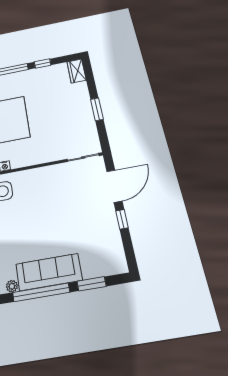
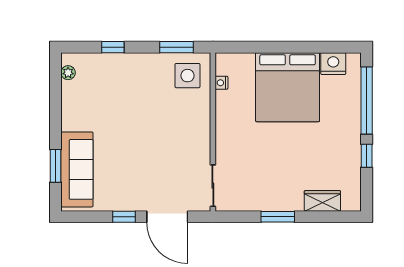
wardrobe: (77, 71) -> (322, 201), moved
sofa: (49, 272) -> (77, 169), moved
window: (41, 292) -> (56, 106), removed

